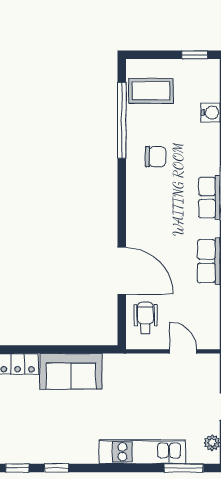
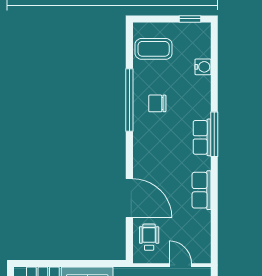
window: (122, 120) -> (129, 100), moved
chair: (155, 157) -> (157, 103), turned 180

